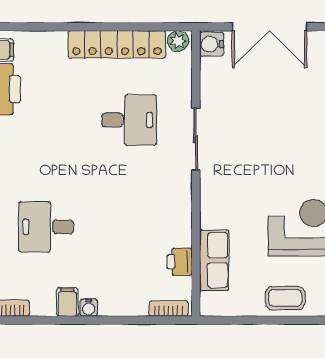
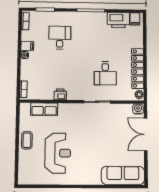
printer: (180, 262) -> (60, 94), moved

